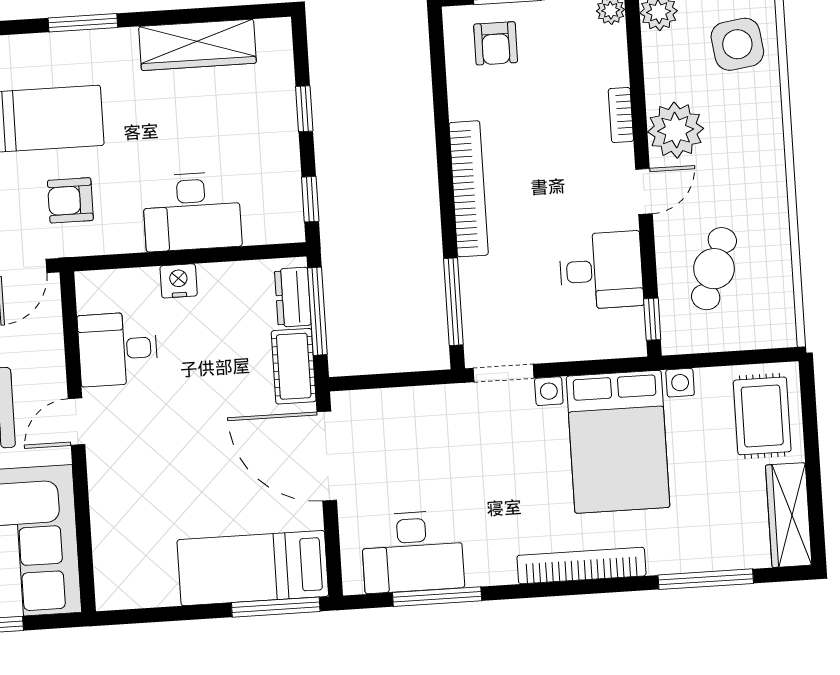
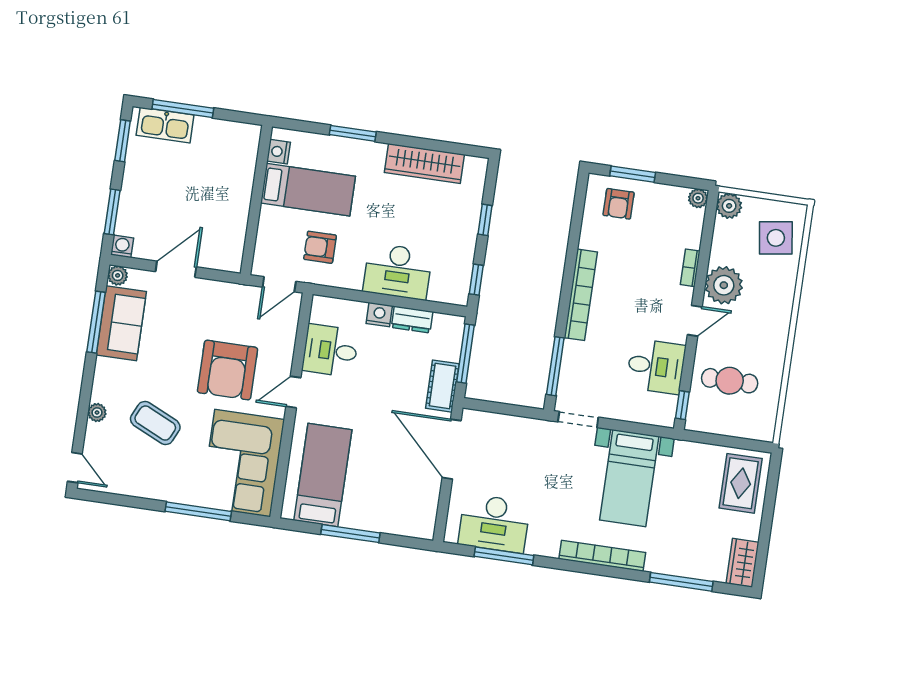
cafe table: (714, 269) -> (730, 381), turned 70
dresser: (293, 297) -> (412, 320), moved, turned -90
bed with nightstands: (618, 442) -> (629, 478), width x0.73
wardrobe: (789, 515) -> (742, 563), width x0.67
bed: (253, 568) -> (323, 475), moved, turned 90
window: (276, 607) -> (350, 534), moved

